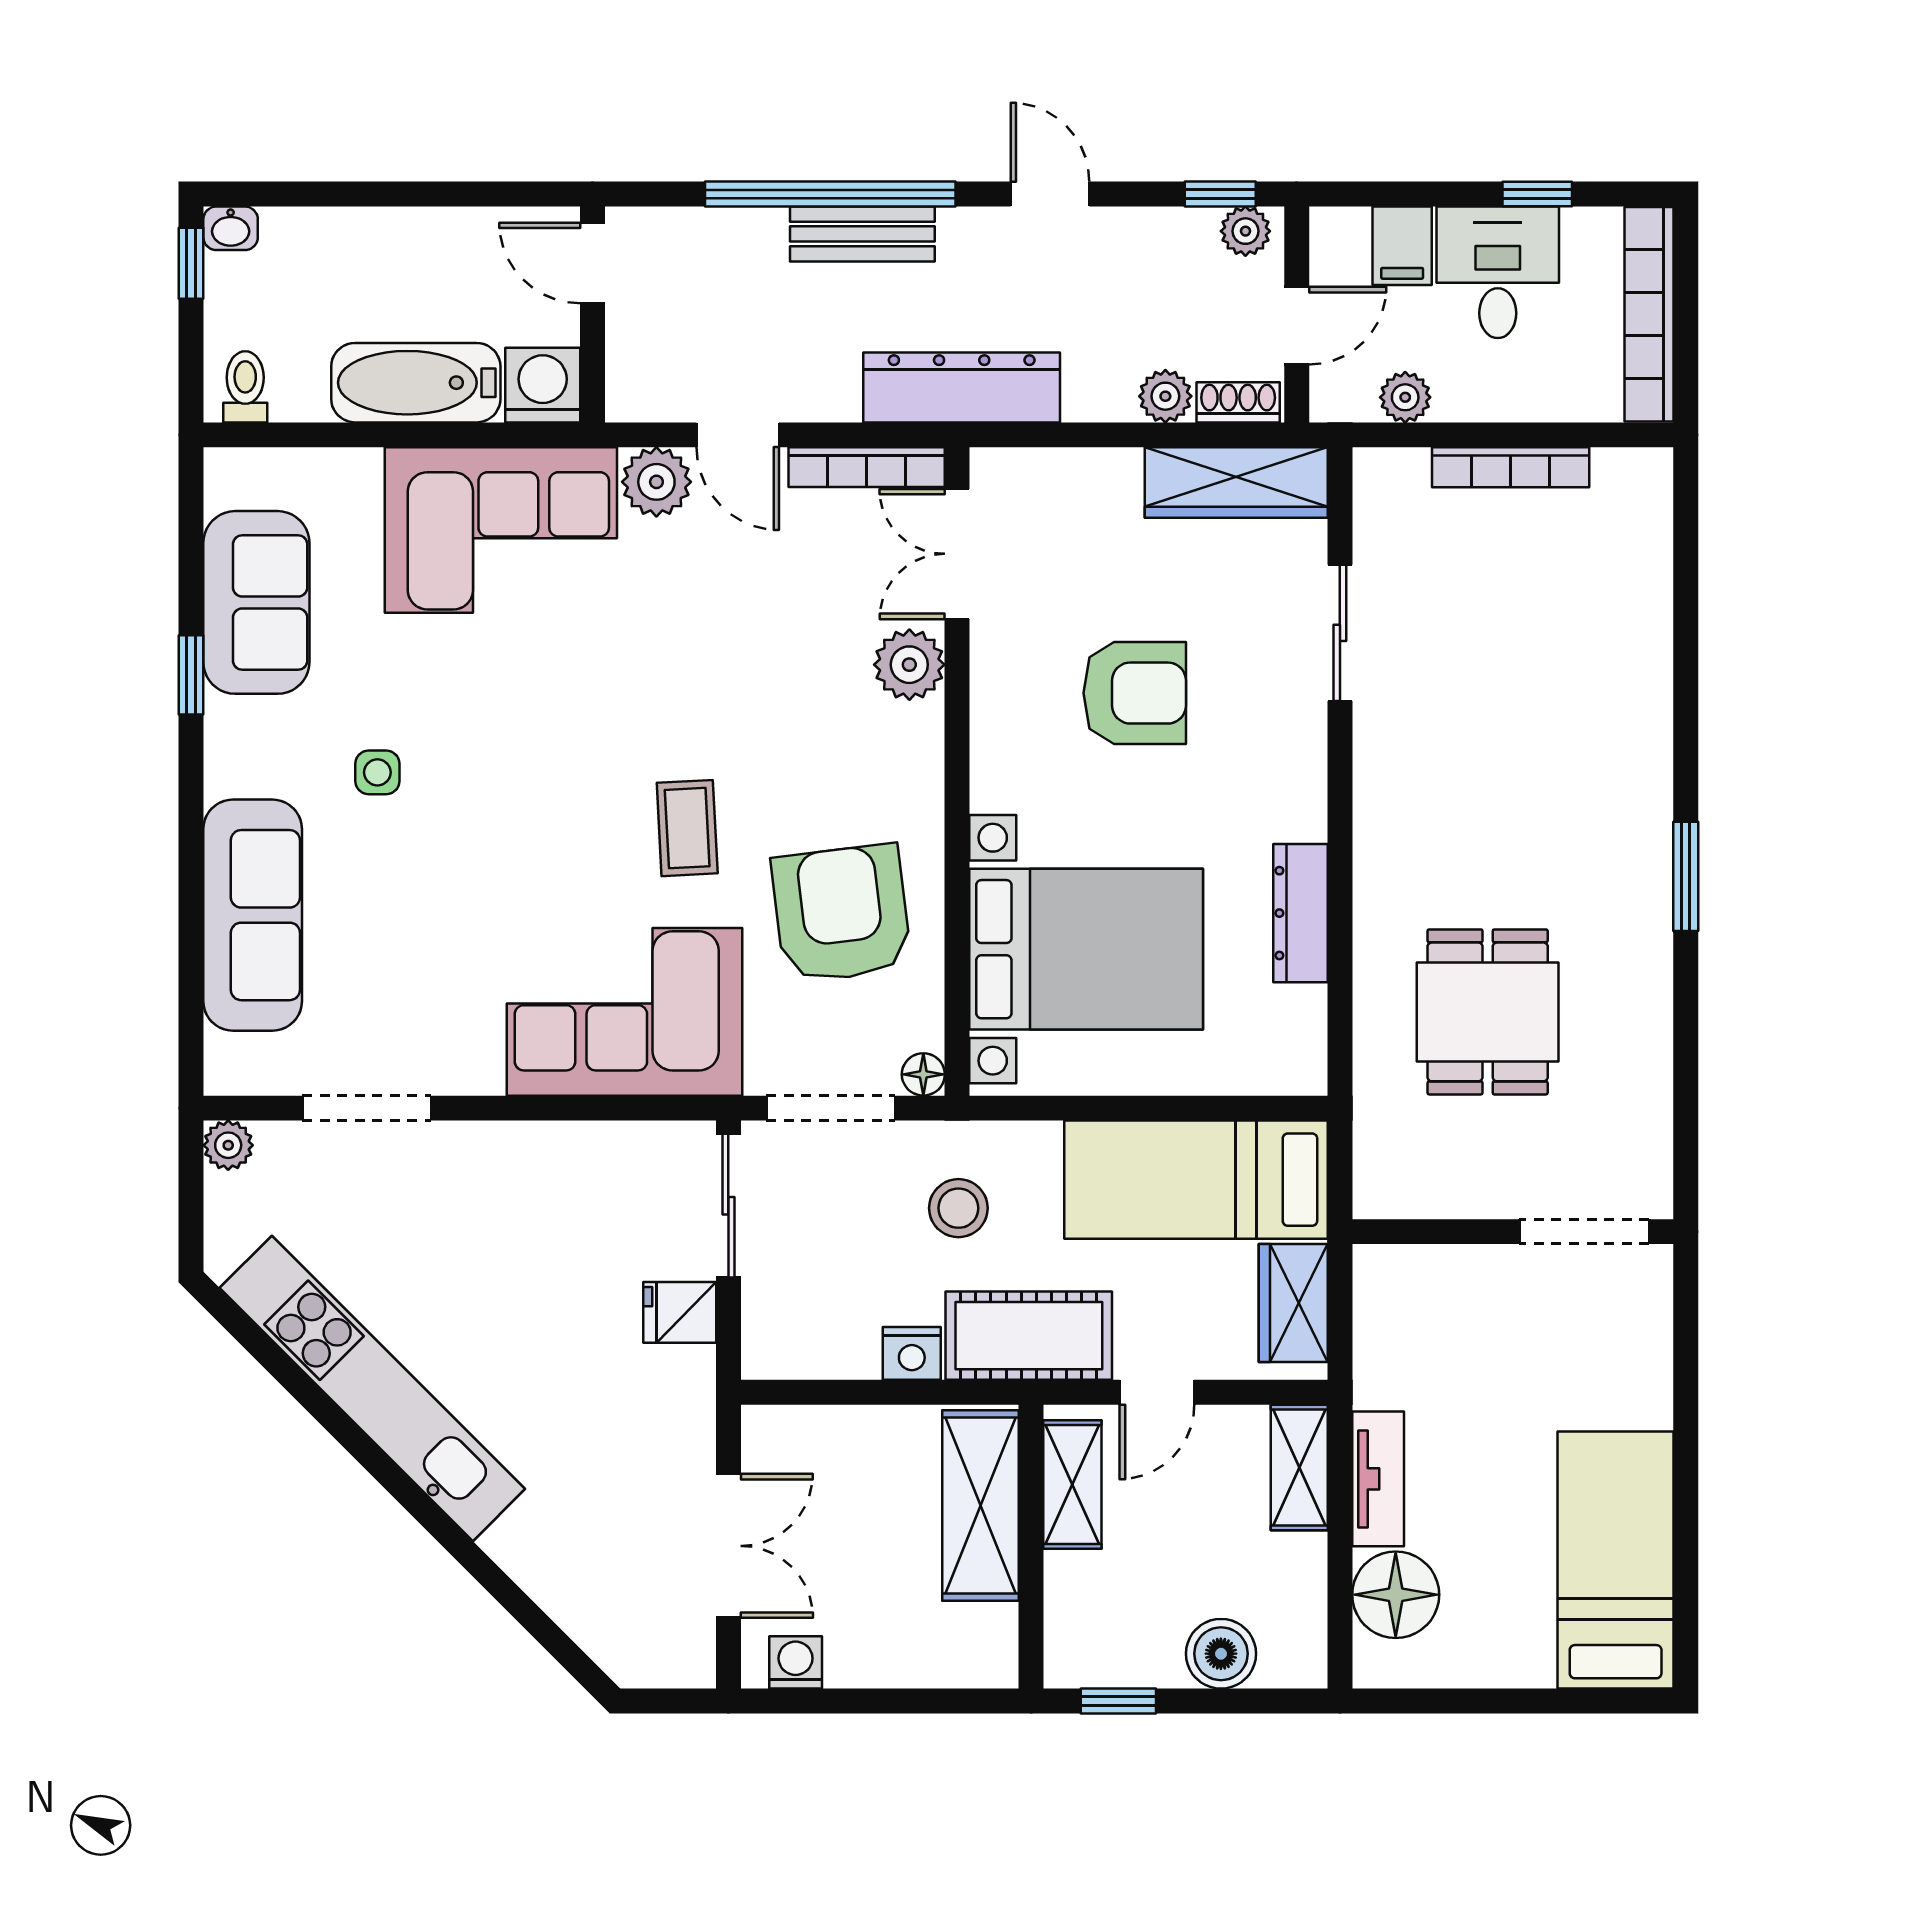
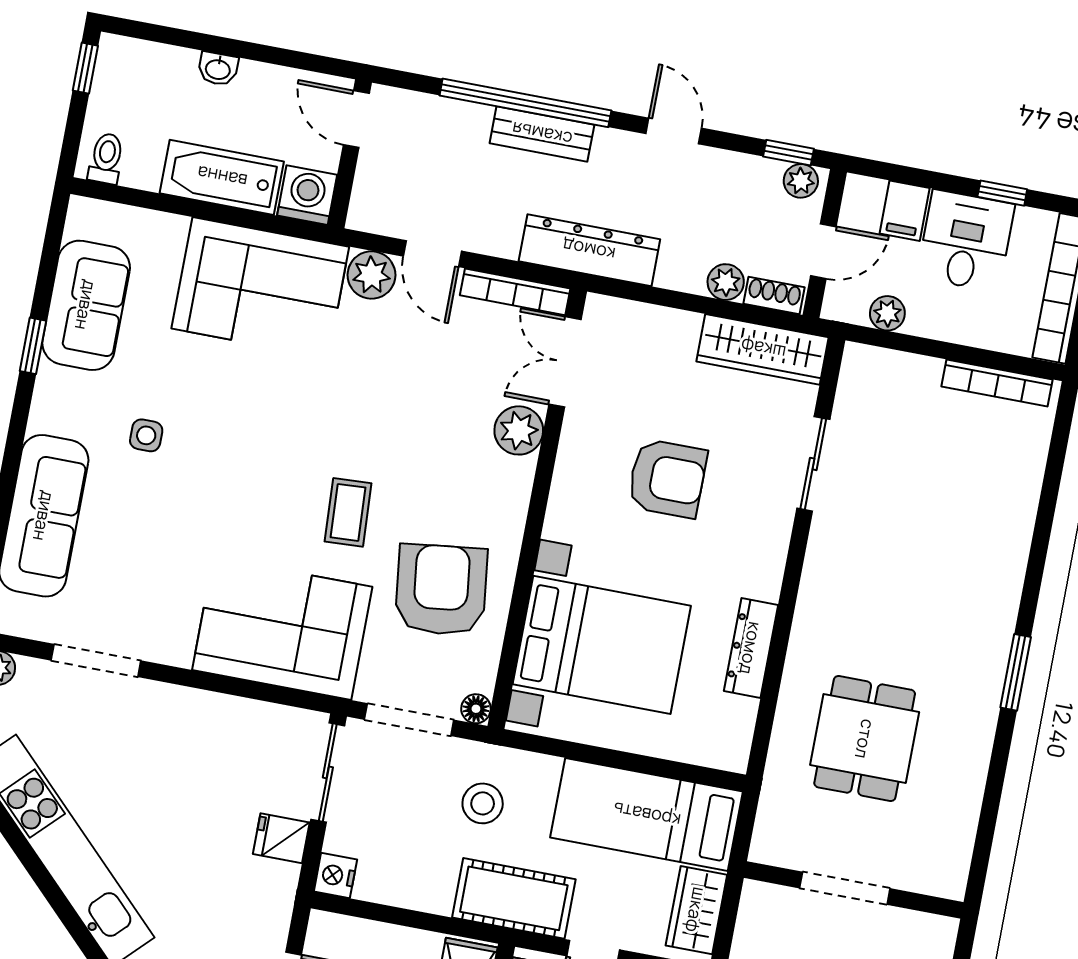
washbasin: (231, 228) -> (218, 69), moved
bookcase: (1511, 467) -> (997, 383), moved
doorway: (1584, 1232) -> (845, 888), moved
nightstand: (912, 1353) -> (335, 875), moved, turned 90

